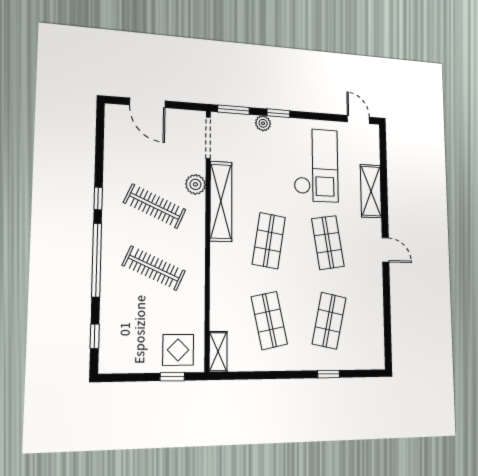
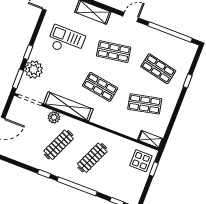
plant: (263, 123) -> (34, 70), width x1.88, depth x1.88
checkout: (316, 165) -> (66, 41), width x0.73, depth x0.83
window: (387, 317) -> (170, 32), added

